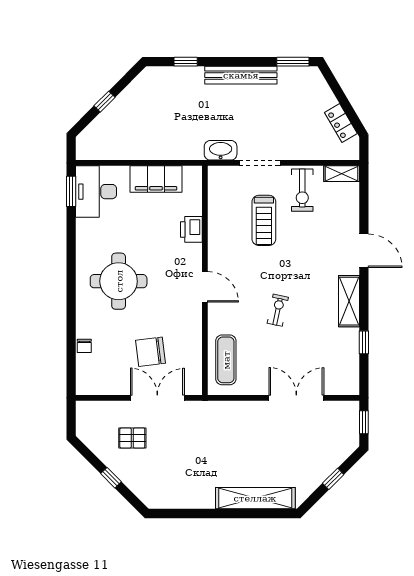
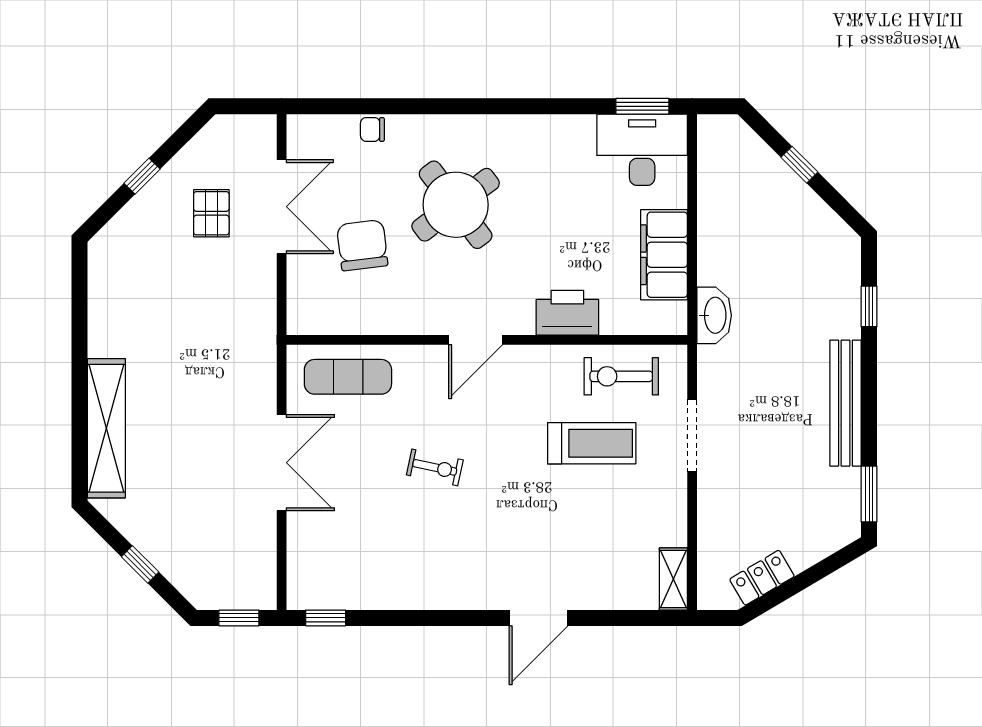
washbasin: (221, 150) -> (714, 315), moved
exercise bike: (302, 190) -> (621, 376), moved
treadmill: (264, 220) -> (592, 443), turned 180
printer: (191, 229) -> (567, 313), width x1.37, depth x1.19
round table: (119, 281) -> (456, 205), moved, turned -37
shelving: (349, 301) -> (451, 592), removed
window: (364, 342) -> (326, 618), moved
double door: (157, 398) -> (282, 207), moved
double door: (296, 398) -> (282, 463), moved

